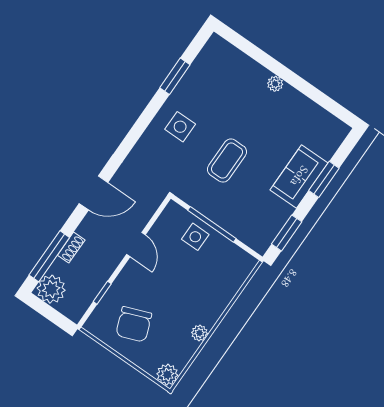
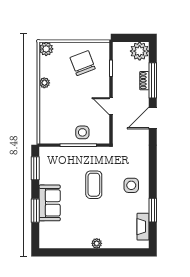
fireplace: (202, 64) -> (143, 227), added
window: (49, 256) -> (153, 80), moved

